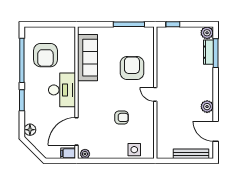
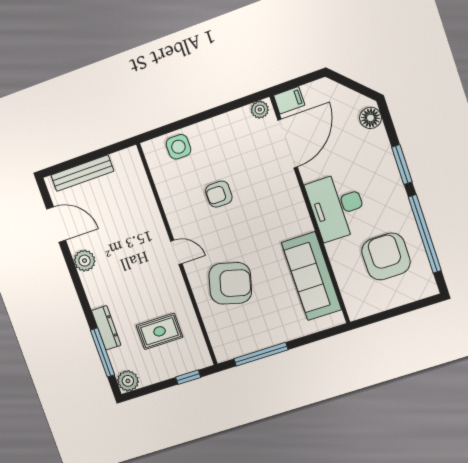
dresser: (208, 52) -> (106, 328), moved
rug: (180, 55) -> (160, 331), added
armchair: (132, 68) -> (230, 283), turned -75

